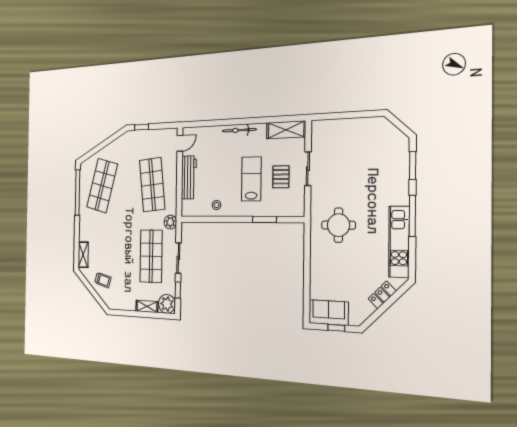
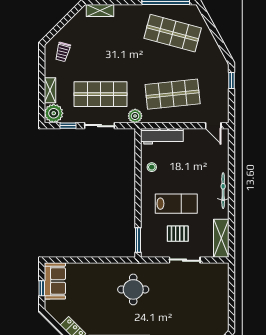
workbench: (189, 177) -> (162, 136), moved
window: (264, 220) -> (138, 240), moved
trolley: (103, 280) -> (63, 52), moved

